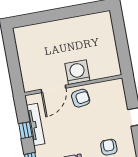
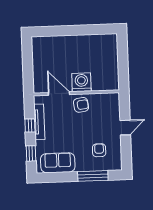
door: (53, 89) -> (59, 94), swing flipped

